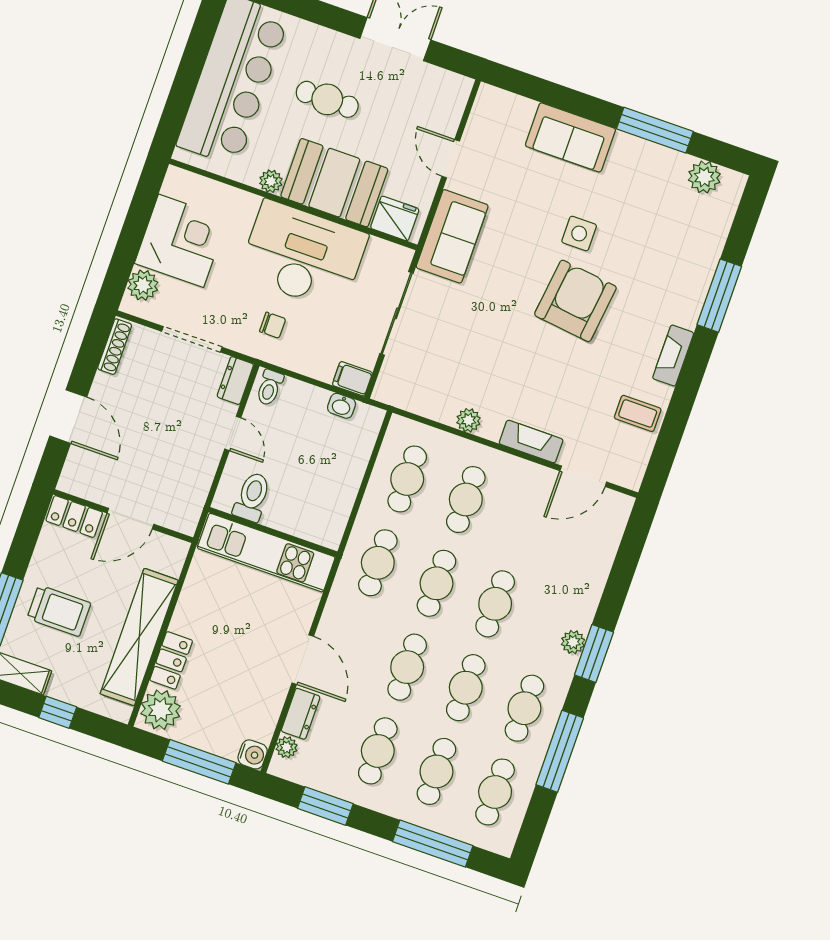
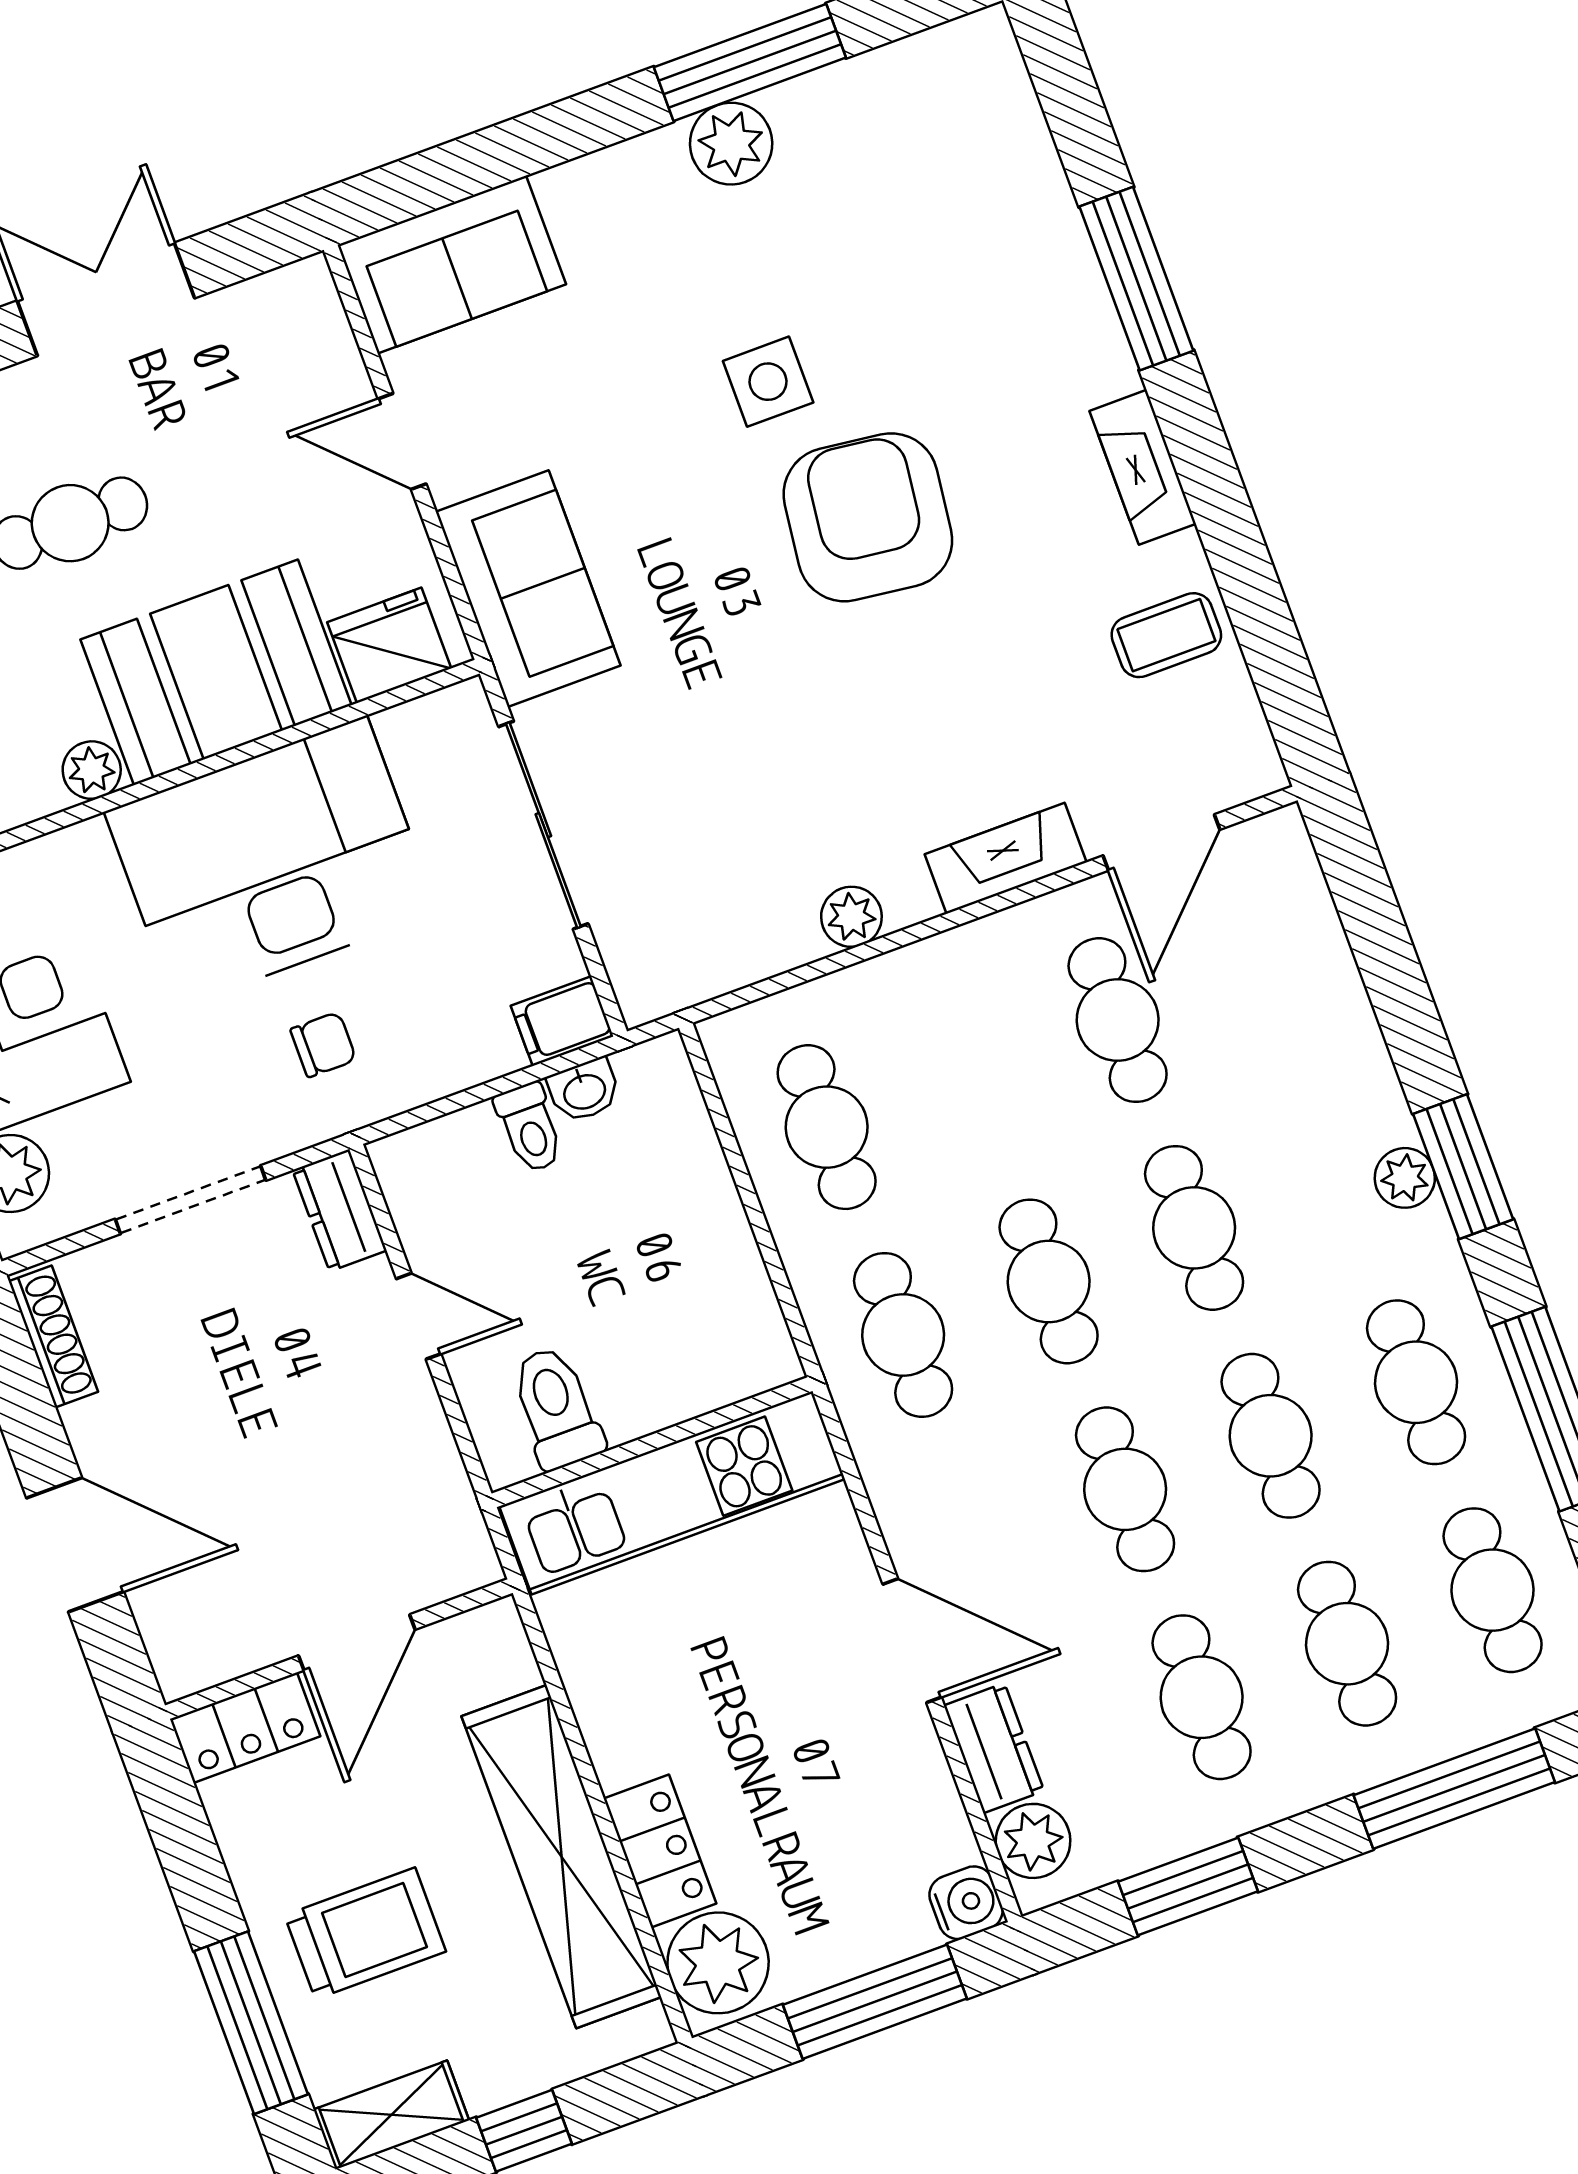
sofa: (570, 137) -> (452, 265), moved
plant: (704, 177) -> (731, 144), moved
toilet: (270, 388) -> (530, 1128), moved
cafe table: (466, 500) -> (1118, 1020), moved
plant: (287, 747) -> (1033, 1841), width x1.38, depth x1.38

